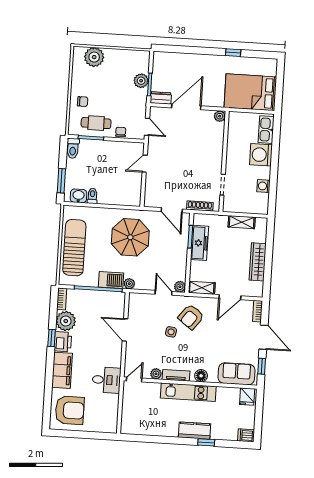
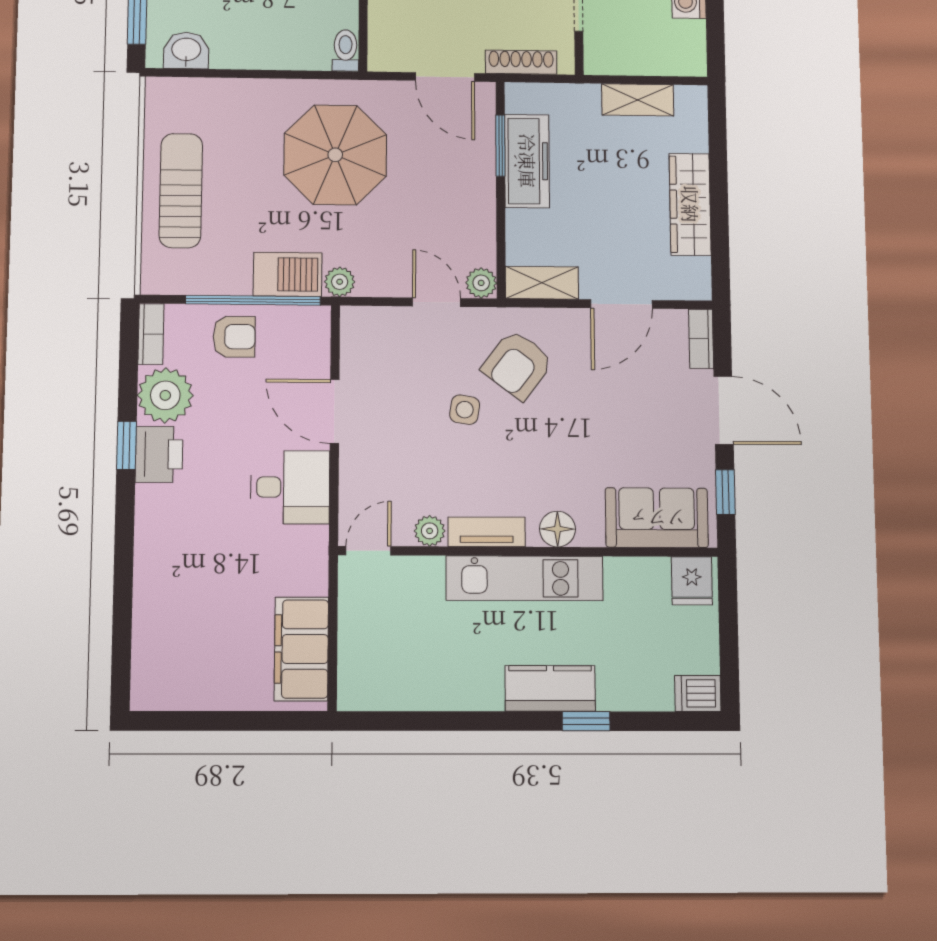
toilet: (92, 196) -> (345, 50), moved
sun lounger: (74, 248) -> (181, 191), width x0.73, depth x0.75
filing cabinet: (62, 370) -> (301, 649), moved, turned 180
desk: (106, 380) -> (290, 487), moved
armchair: (70, 410) -> (234, 337), moved, width x0.53, depth x0.53

